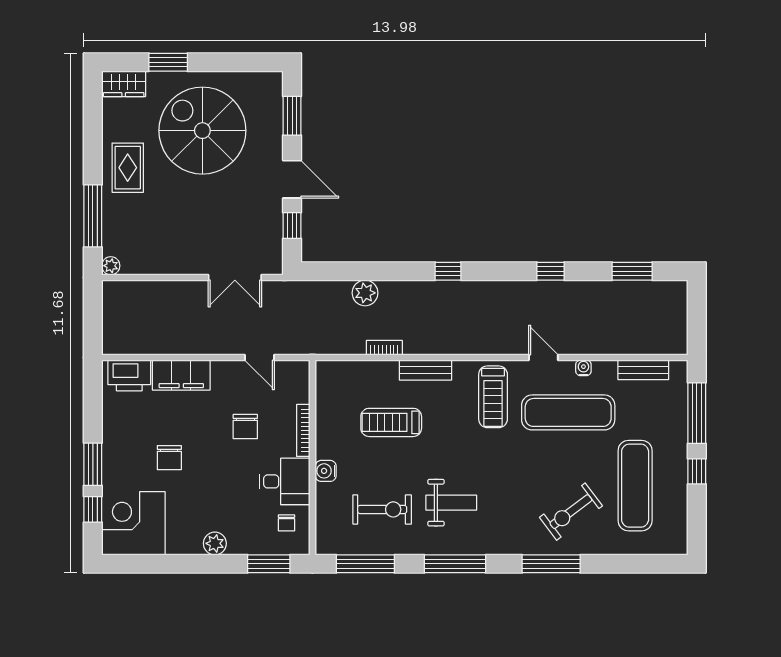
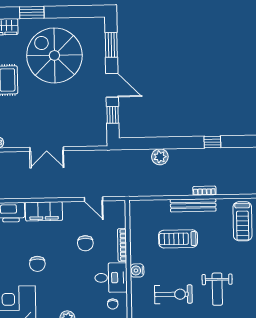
double door: (235, 277) -> (47, 149), moved
bookcase: (384, 348) -> (204, 191), moved
bench: (425, 370) -> (193, 205), width x1.36
weight bench: (451, 503) -> (217, 289), turned 90

